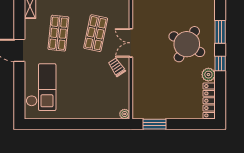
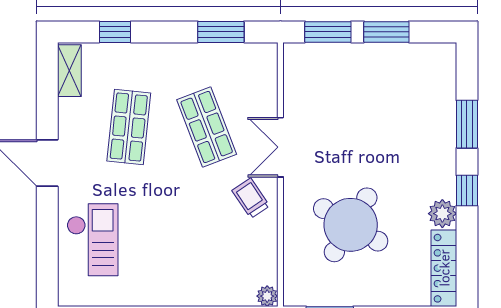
shop shelf: (96, 33) -> (207, 127), turned -33
round table: (187, 44) -> (351, 225), moved
checkout: (41, 87) -> (92, 240), width x0.73, depth x0.83

